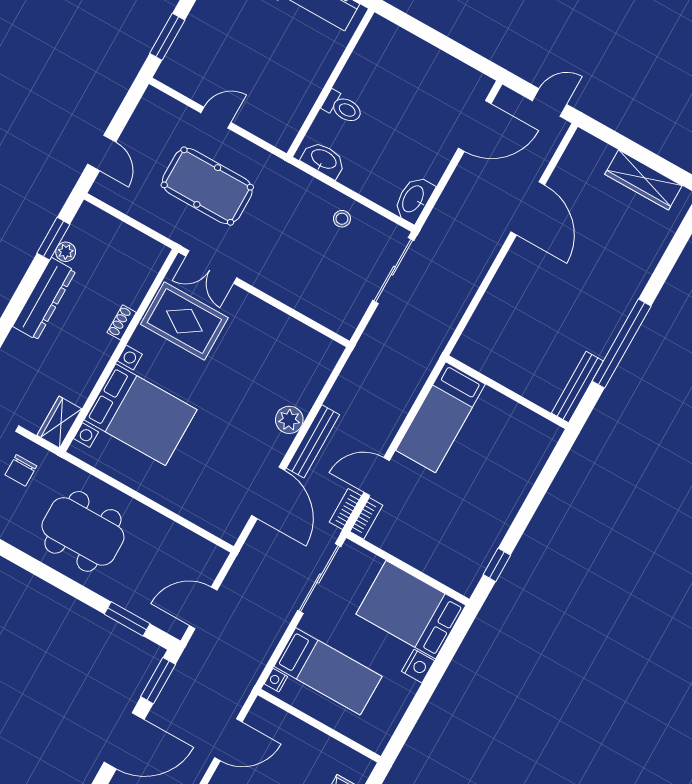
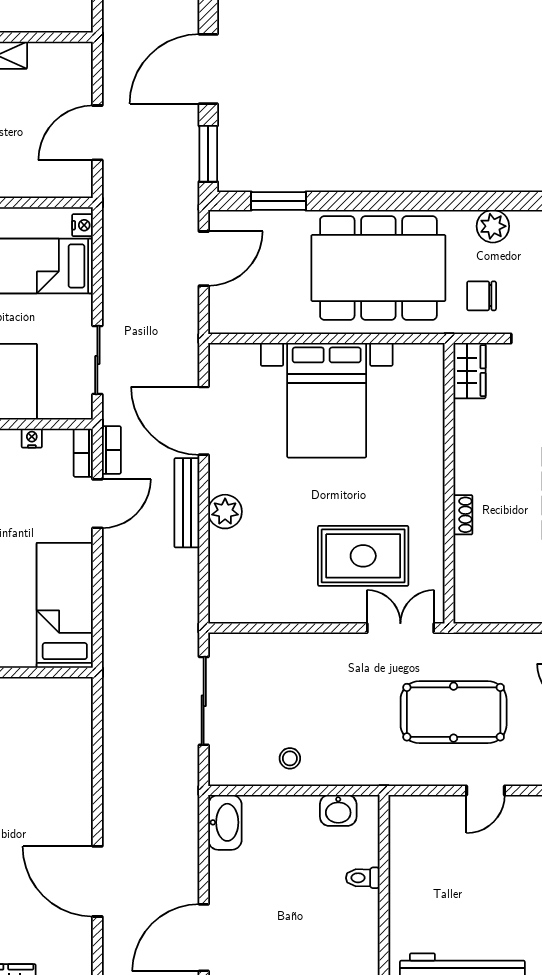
toilet: (343, 107) -> (363, 878), width x0.73, depth x0.72
washbasin: (323, 160) -> (338, 810), width x0.72
sliding door: (393, 271) -> (204, 701), moved
rug: (184, 321) -> (363, 556), moved
bed with nightstands: (140, 415) -> (327, 400), moved, turned -90
chair: (21, 470) -> (482, 296), turned -90
dining table: (83, 531) -> (378, 268), width x1.36, depth x1.24
nightstand: (397, 549) -> (32, 438), added
sliding door: (319, 578) -> (97, 360), width x0.73

